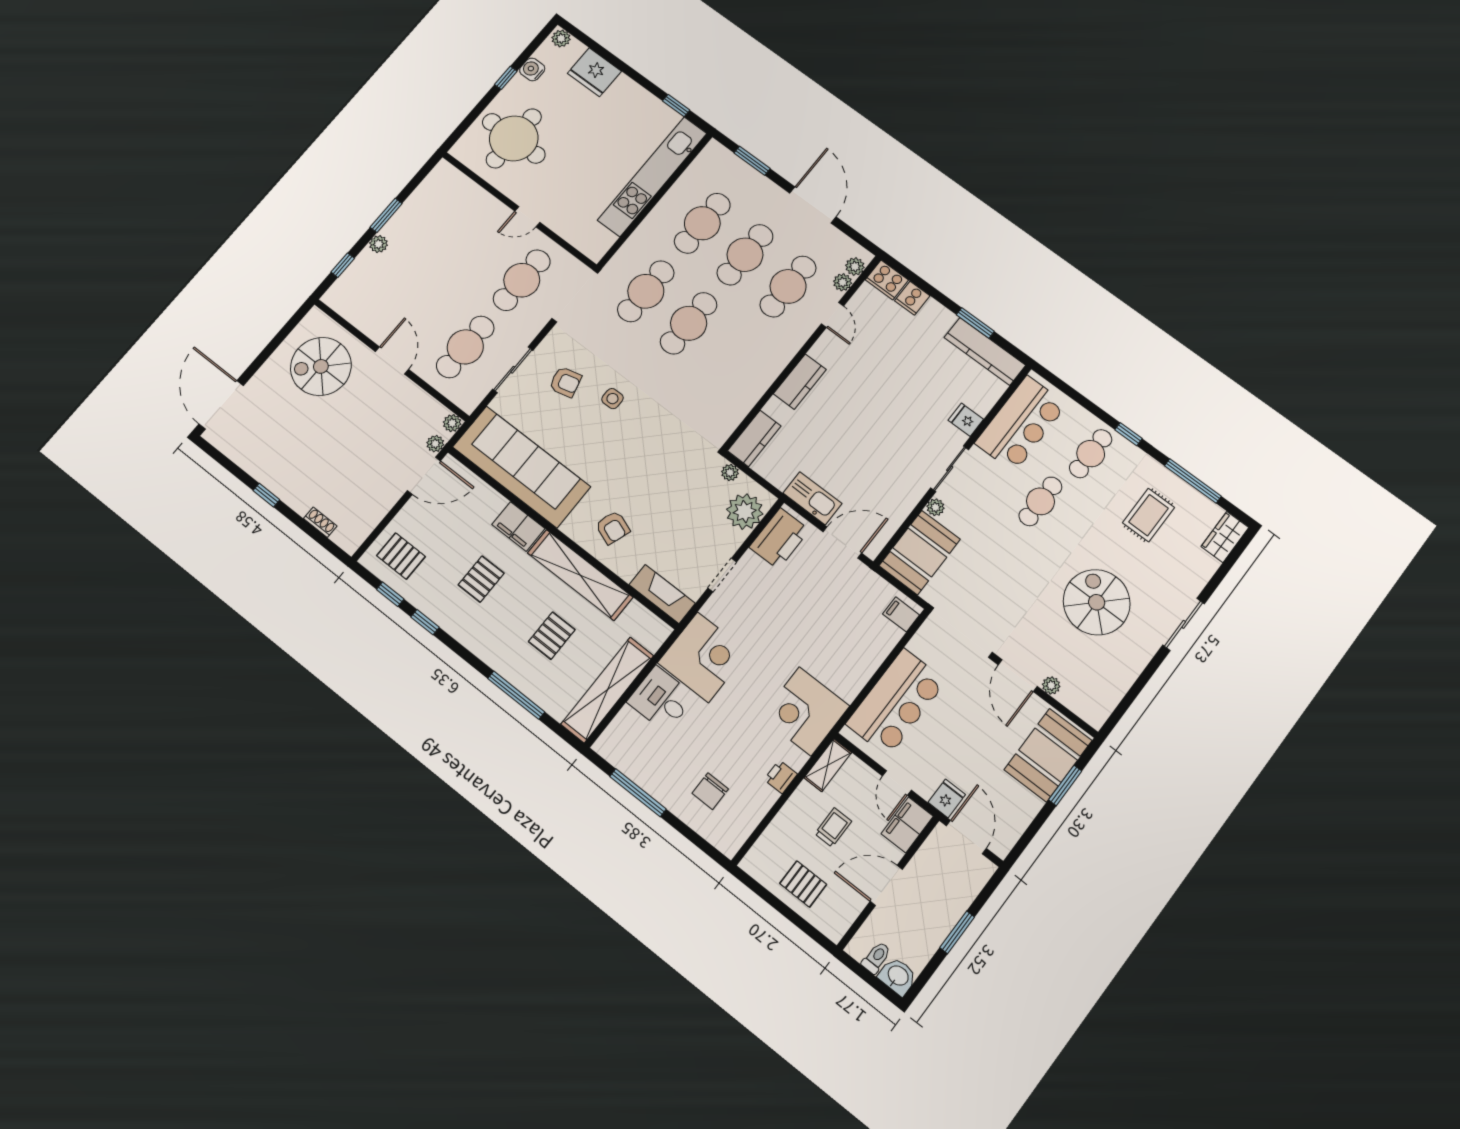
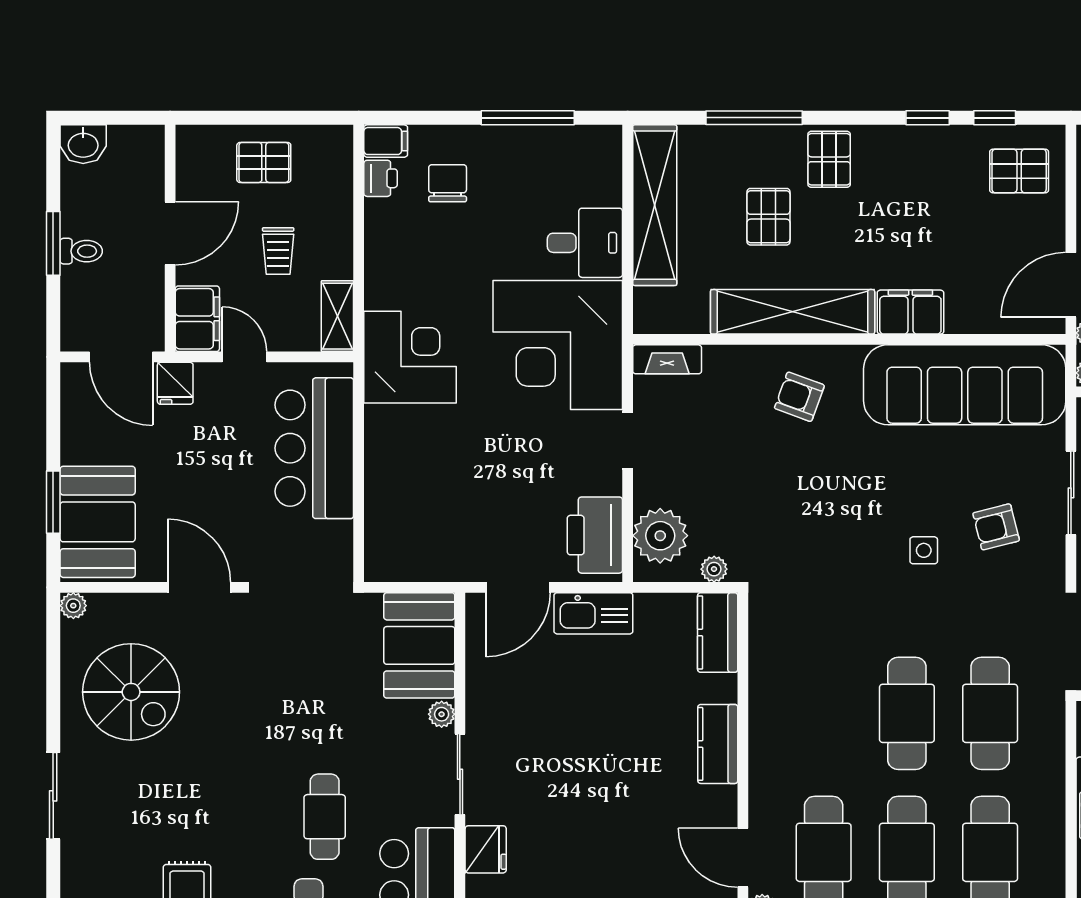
door: (832, 315) -> (743, 858), width x1.38
fridge: (966, 420) -> (486, 849), width x1.38
pallet: (481, 579) -> (829, 159), moved
fireplace: (662, 594) -> (667, 359), width x0.73, depth x0.76
spiral stairs: (1097, 602) -> (131, 692), moved
filing cabinet: (901, 614) -> (386, 141), moved
corner desk: (703, 657) -> (558, 345), width x1.36, depth x1.36
plant: (1051, 685) -> (73, 606), moved
printer: (781, 777) -> (381, 178), moved
toilet: (876, 958) -> (81, 251), moved, turned -90

